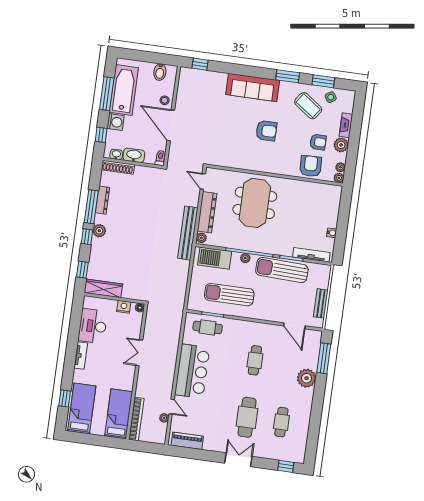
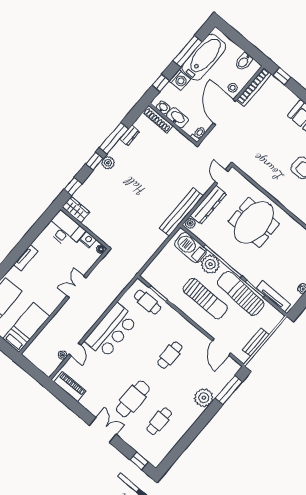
dresser: (102, 200) -> (130, 135), width x0.70
plant: (245, 258) -> (210, 264), width x1.88, depth x1.88
wardrobe: (103, 288) -> (76, 210), width x0.67
sun lounger: (229, 295) -> (205, 299), moved, turned 180
desk: (93, 326) -> (65, 230), moved, turned 90
bookcase: (136, 419) -> (254, 87), moved

